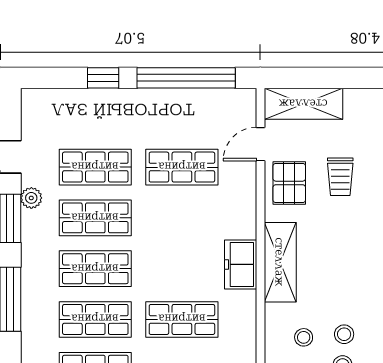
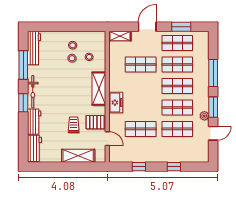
window: (186, 78) -> (139, 167), width x0.32
shelving: (303, 104) -> (78, 156), moved
door: (260, 144) -> (107, 139), hinge flipped
pallet: (289, 183) -> (95, 122), turned 90
freezer: (241, 264) -> (116, 103), moved

